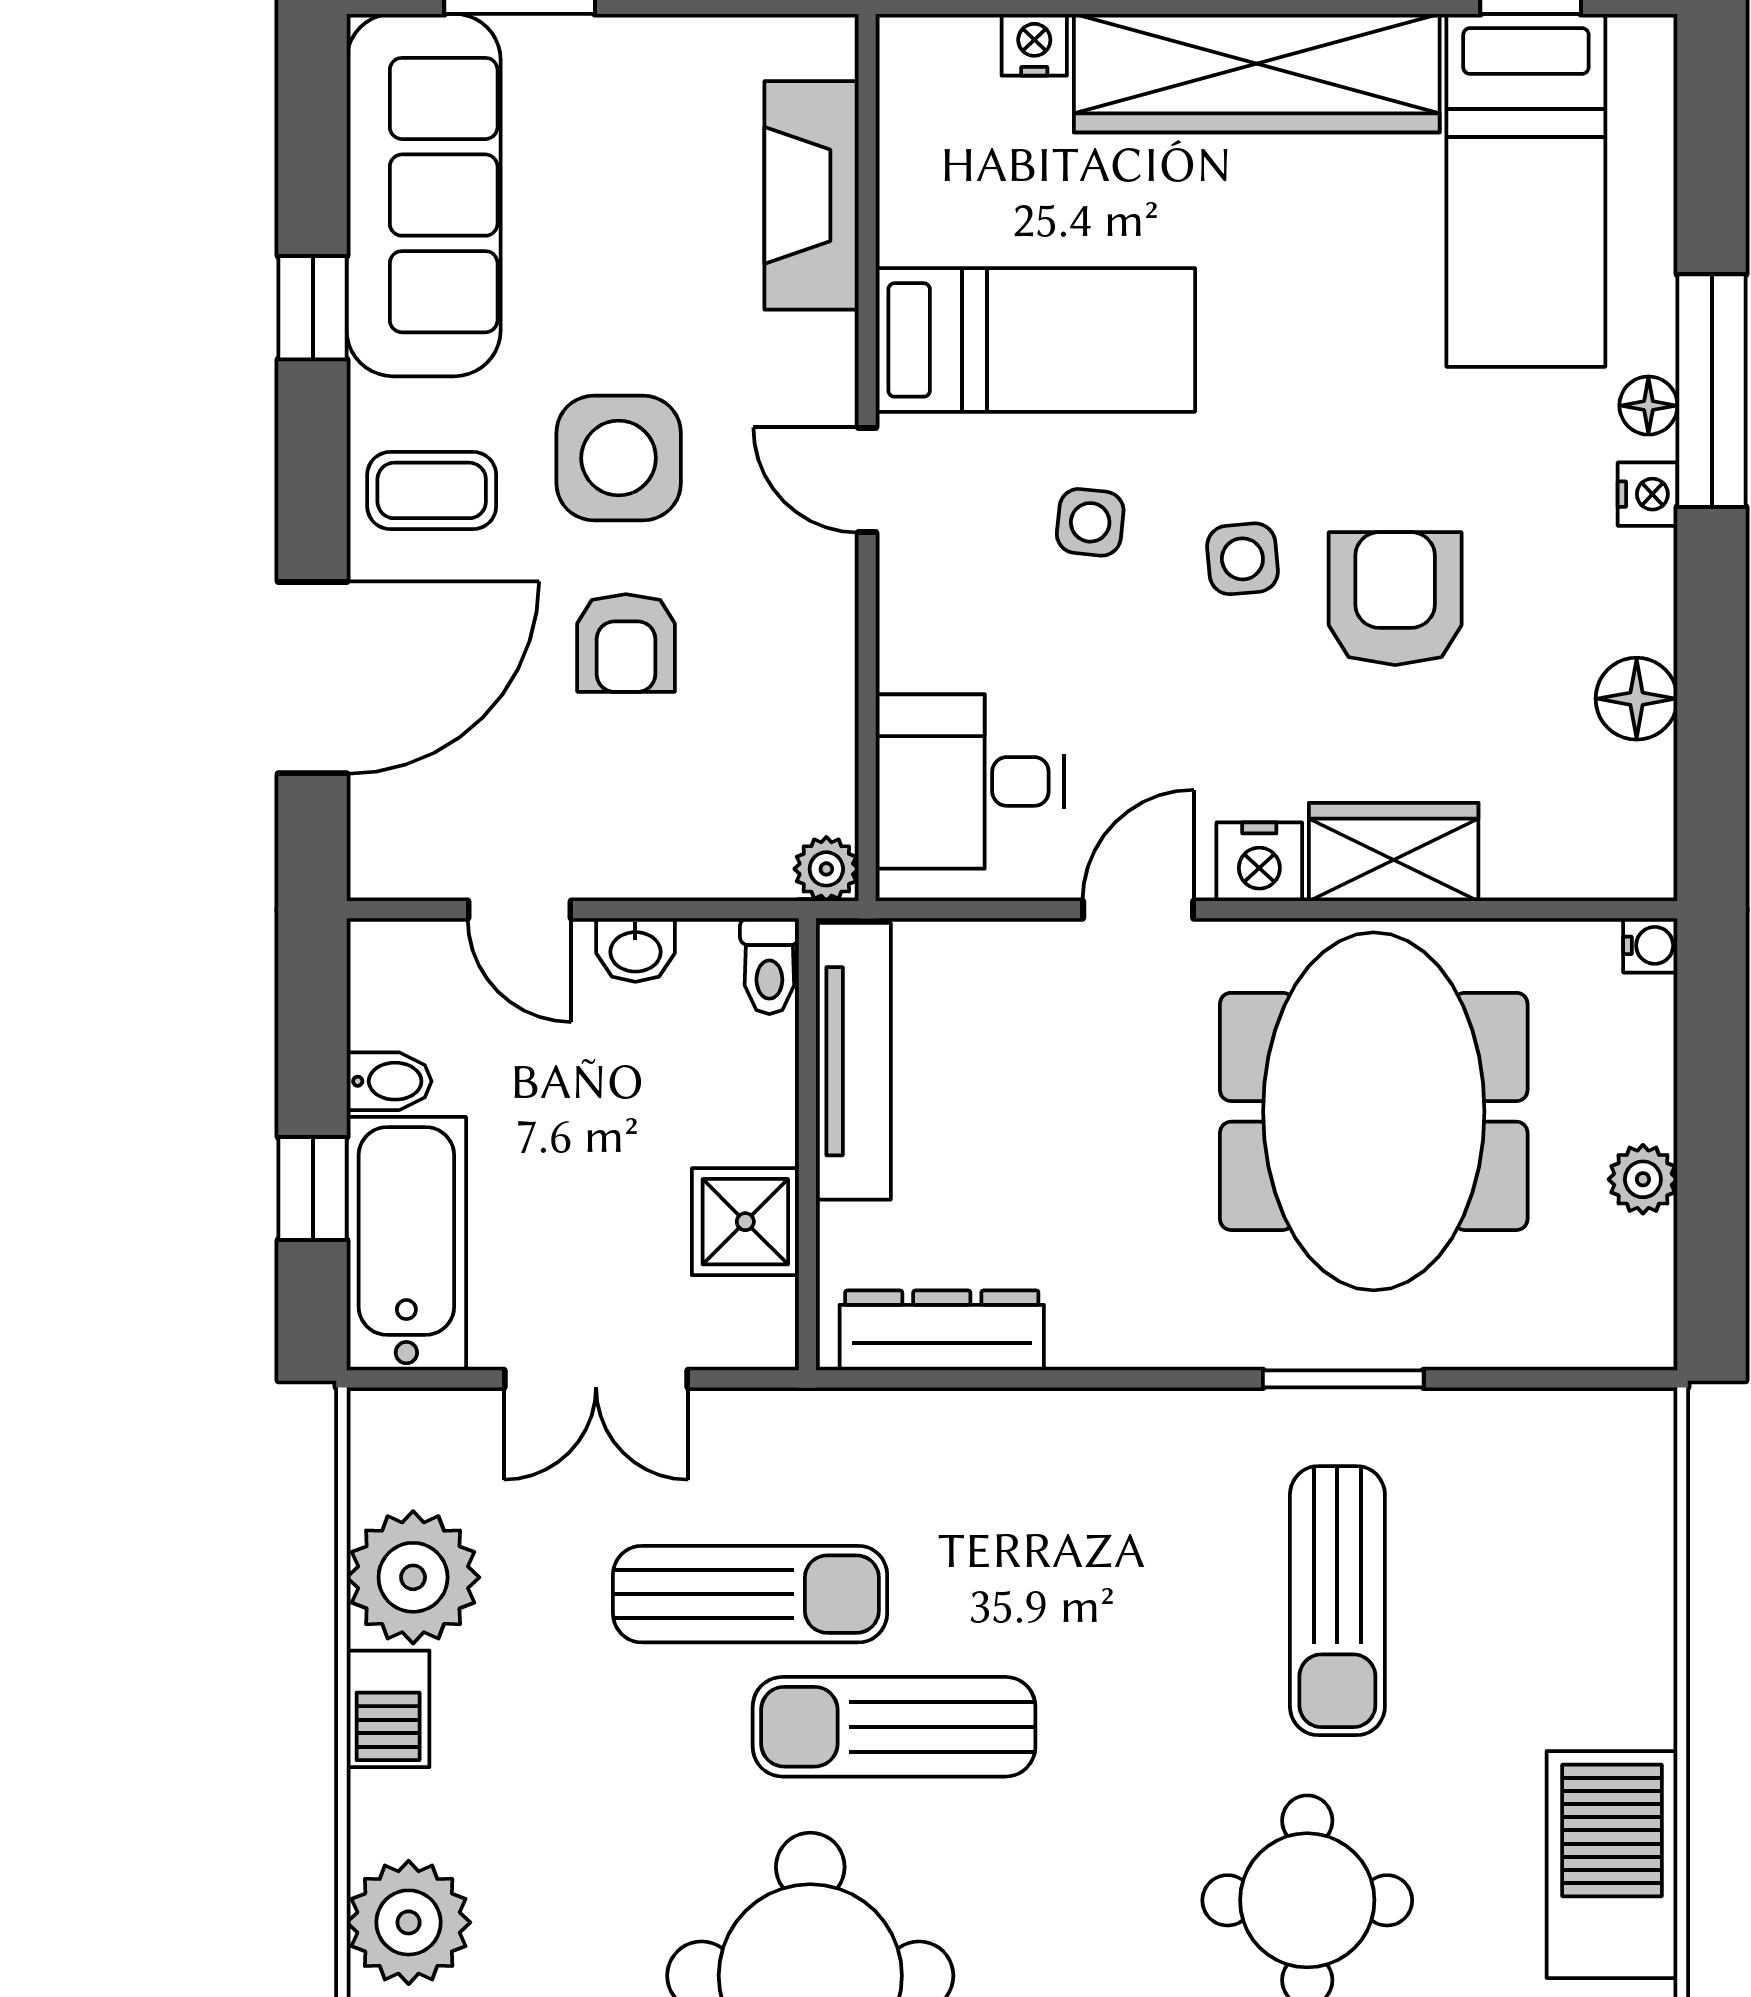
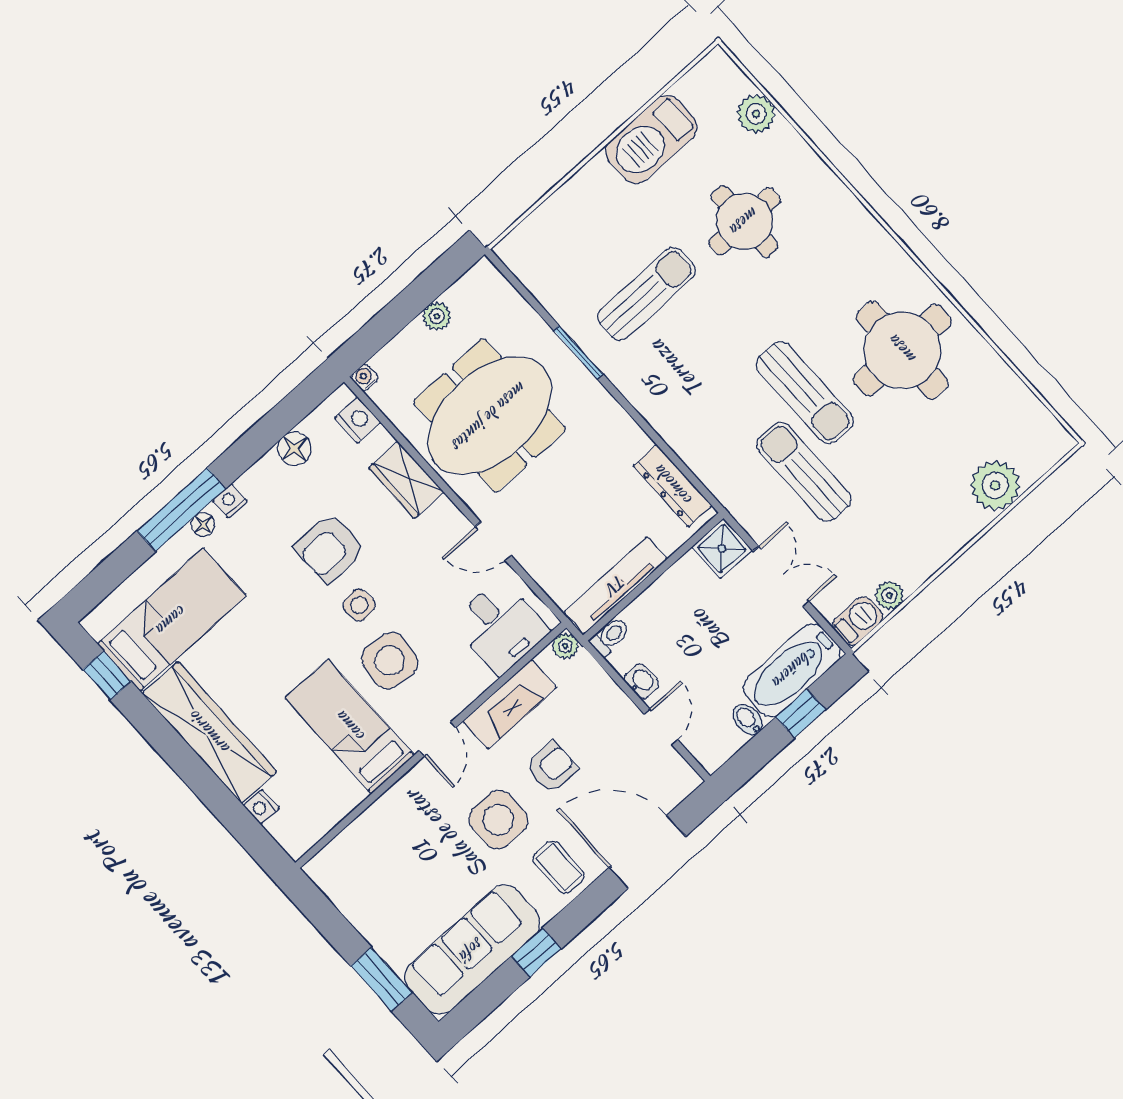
fireplace: (811, 195) -> (510, 704), moved
side table: (1090, 522) -> (390, 661), width x1.87, depth x1.87
nightstand: (1259, 862) -> (358, 420), moved
shower: (745, 1222) -> (722, 549), moved
plant: (413, 1577) -> (889, 595), width x0.53, depth x0.53
barbecue: (388, 1709) -> (858, 621), moved

